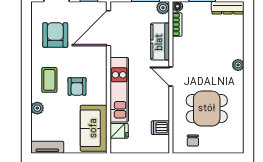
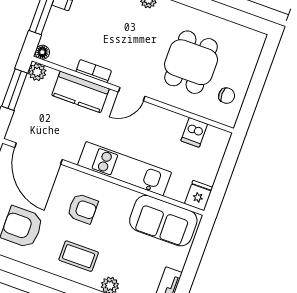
bookcase: (177, 25) -> (94, 71), moved
armchair: (77, 86) -> (83, 209), moved
fridge: (119, 131) -> (199, 196), moved

